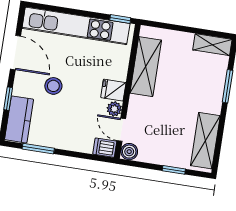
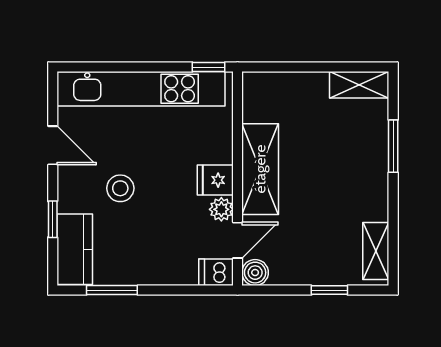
door: (15, 53) -> (53, 145), width x0.73
shelving: (146, 67) -> (260, 169), moved
door: (121, 130) -> (238, 240), swing flipped
shelving: (205, 141) -> (376, 251), width x0.67, depth x0.75

